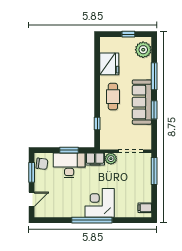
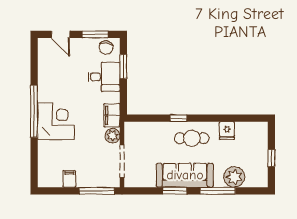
plant: (143, 50) -> (234, 177), moved
fridge: (109, 64) -> (227, 131), width x0.53, depth x0.75
window: (97, 123) -> (178, 118), moved
window: (69, 150) -> (123, 67), moved
desk: (69, 165) -> (104, 77), width x0.73
filing cabinet: (145, 208) -> (69, 179), moved

